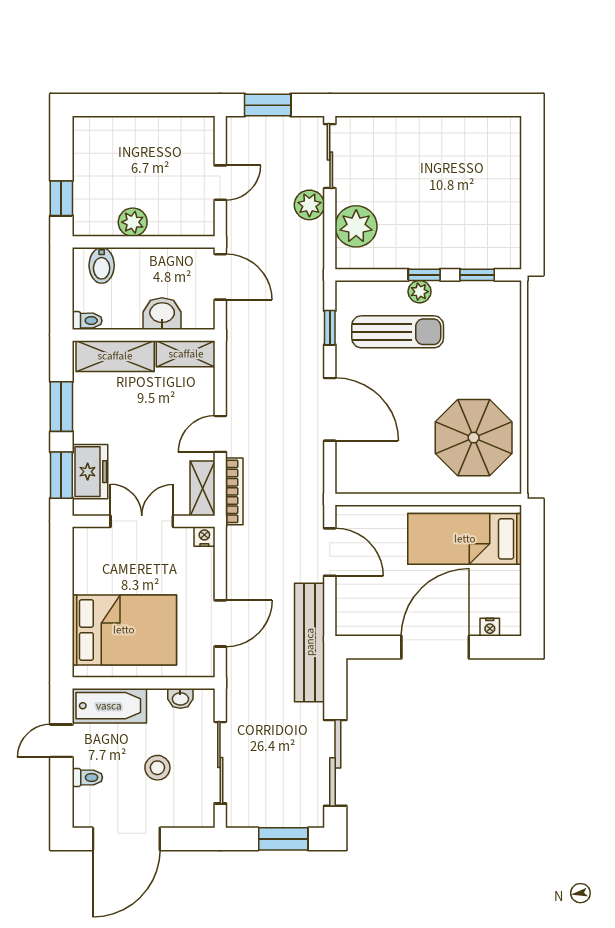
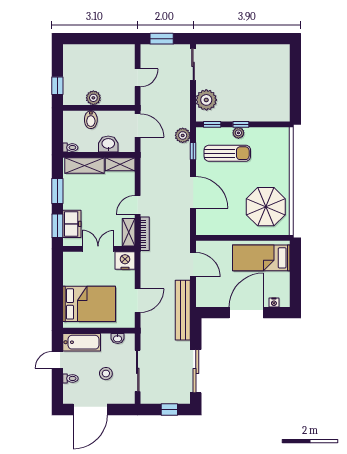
plant: (309, 205) -> (183, 135), moved
bidet: (102, 265) -> (91, 120), moved
window: (477, 275) -> (212, 124), moved
nightstand: (204, 537) -> (125, 261), width x1.89, depth x1.79
window: (283, 839) -> (169, 409), width x0.67

